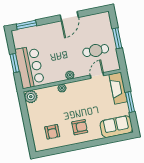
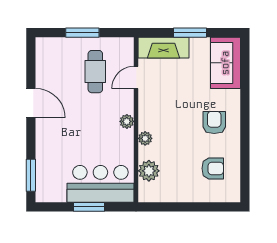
door: (97, 75) -> (136, 78), hinge flipped
plant: (31, 97) -> (149, 171), moved

